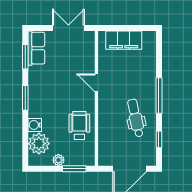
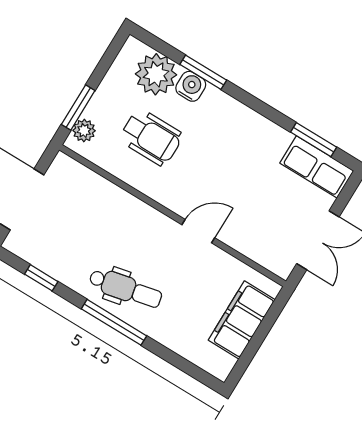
window: (25, 98) -> (203, 72), moved
dental chair: (136, 118) -> (125, 288), moved
wheelchair: (79, 125) -> (151, 137), moved
plant: (58, 160) -> (84, 131), moved

